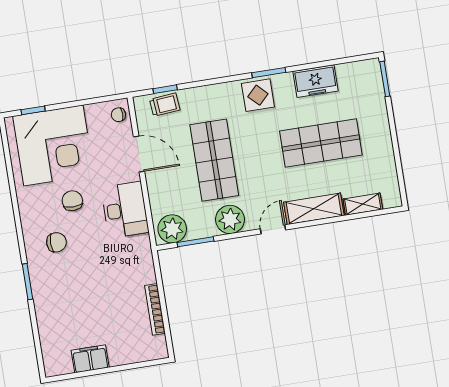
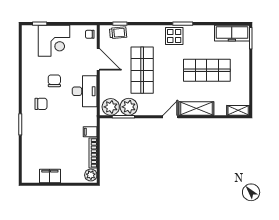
freezer: (316, 81) -> (232, 33), moved, width x1.40
corner desk: (53, 145) -> (54, 41), width x0.74, depth x0.74
shelving: (363, 204) -> (238, 110), moved
plant: (230, 219) -> (129, 107), moved
filing cabinet: (145, 275) -> (90, 132), added
plant: (157, 346) -> (91, 175), added

